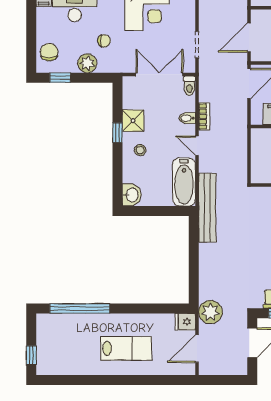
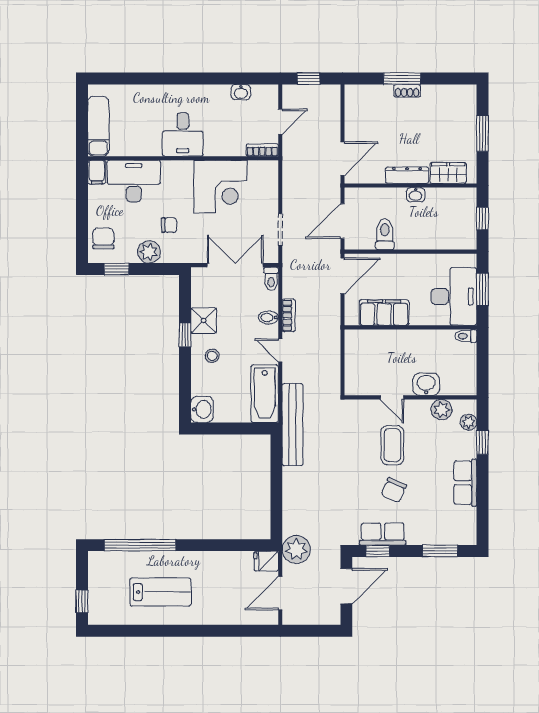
lab bench: (126, 348) -> (160, 592), moved

